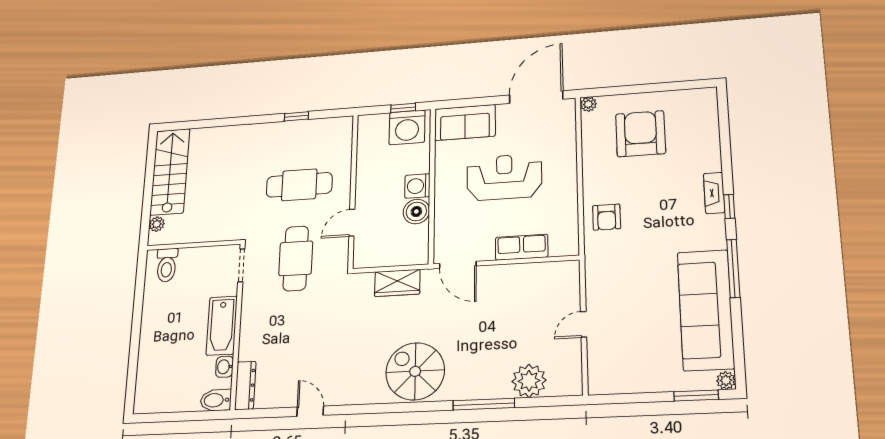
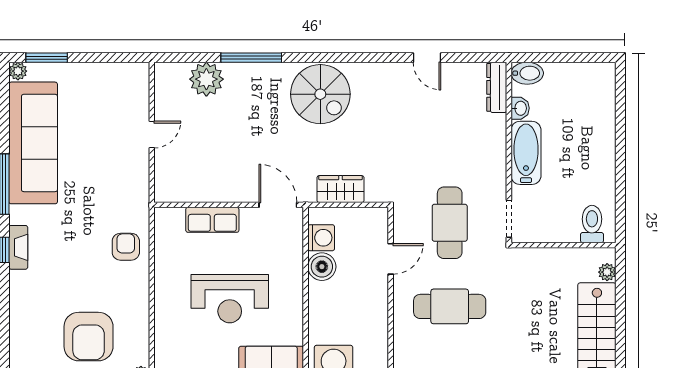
washing machine: (417, 186) -> (321, 238), moved
fireplace: (714, 193) -> (18, 247), moved

